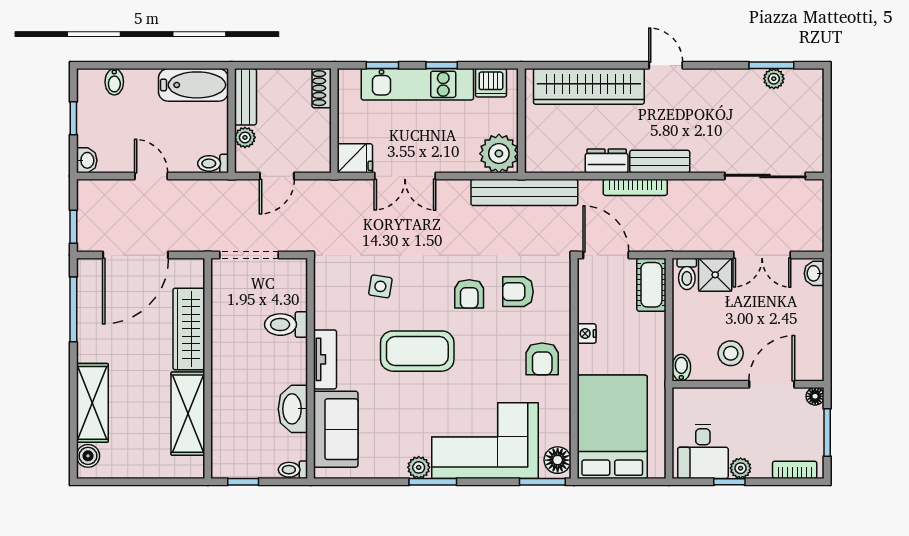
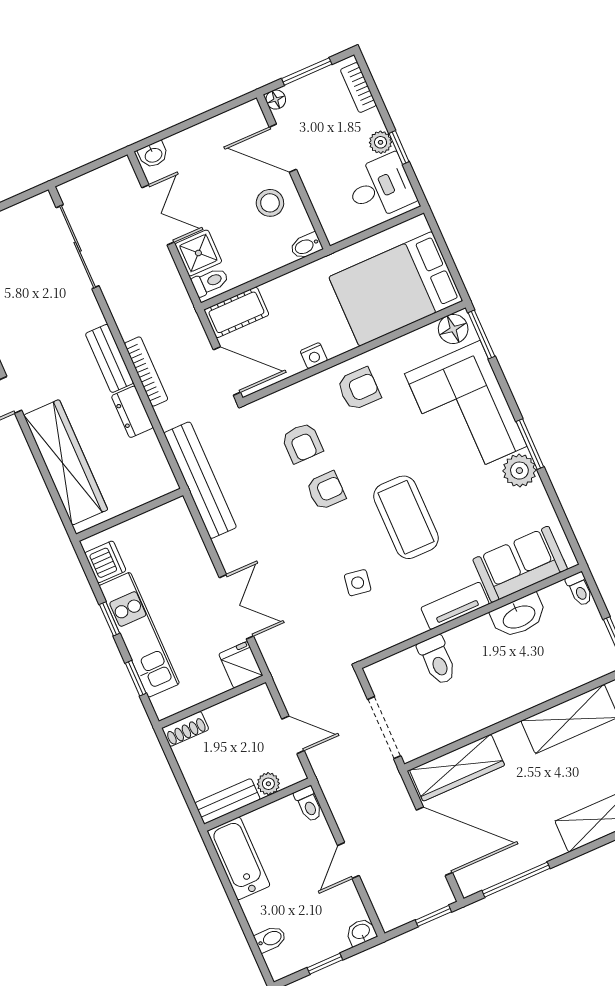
plant: (499, 154) -> (172, 523), removed
door: (606, 255) -> (227, 371), swing flipped
wardrobe: (189, 329) -> (457, 768), moved
plant: (419, 467) -> (519, 471), width x1.38, depth x1.38

